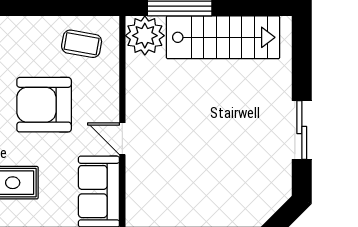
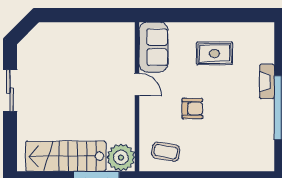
armchair: (44, 105) -> (192, 109), width x0.53, depth x0.53

